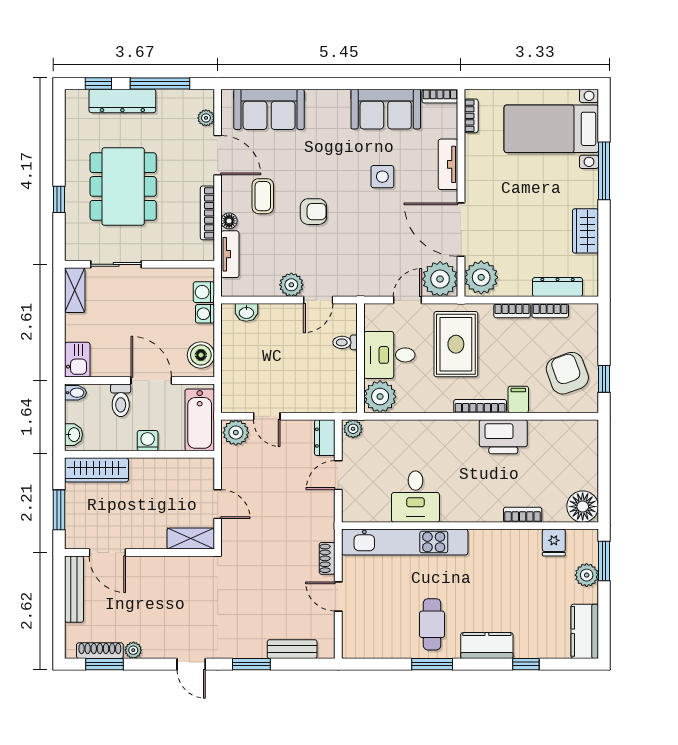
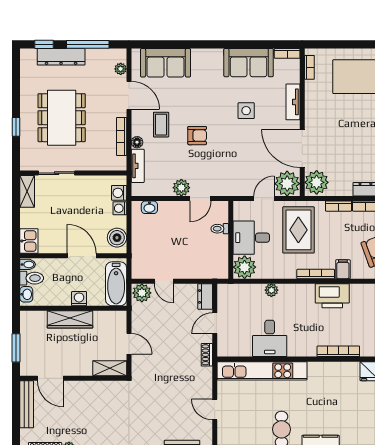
toilet: (121, 400) -> (32, 278), moved, turned -90
plant: (353, 429) -> (271, 290), moved
wardrobe: (96, 470) -> (70, 319), moved
bookcase: (523, 515) -> (338, 351), width x1.56
shoe rack: (327, 558) -> (207, 355), moved

